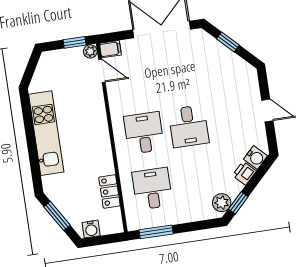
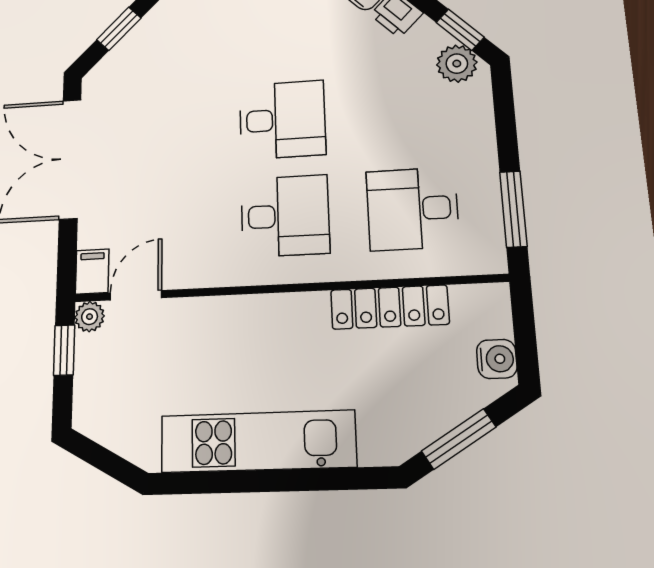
desk: (144, 133) -> (285, 216), turned 180
locker: (109, 191) -> (390, 307), width x1.53

